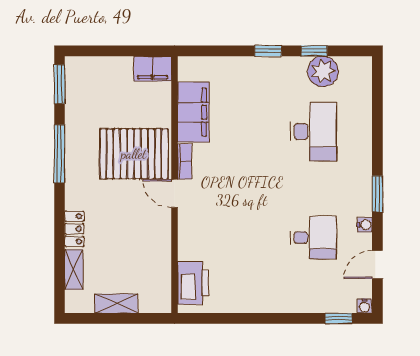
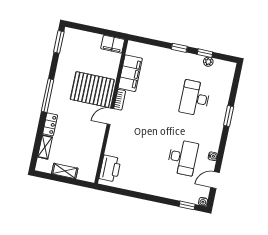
plant: (323, 71) -> (208, 62), width x0.53, depth x0.53
desk: (313, 132) -> (195, 98), turned 180
window: (59, 154) -> (48, 95), moved
door: (174, 193) -> (110, 116), hinge flipped
window: (377, 194) -> (229, 116), moved
desk: (313, 238) -> (183, 157), width x1.37

